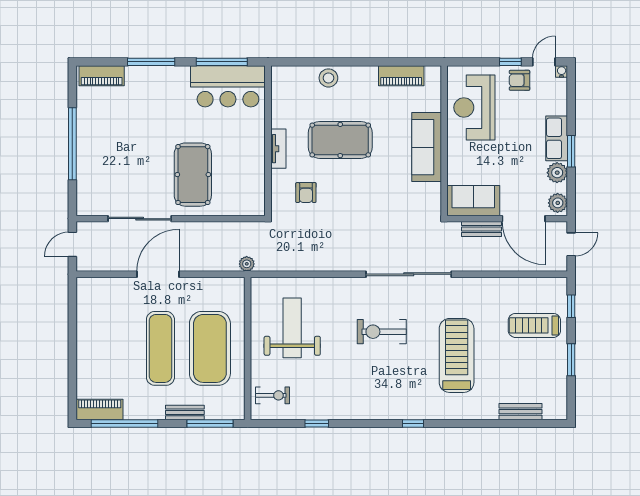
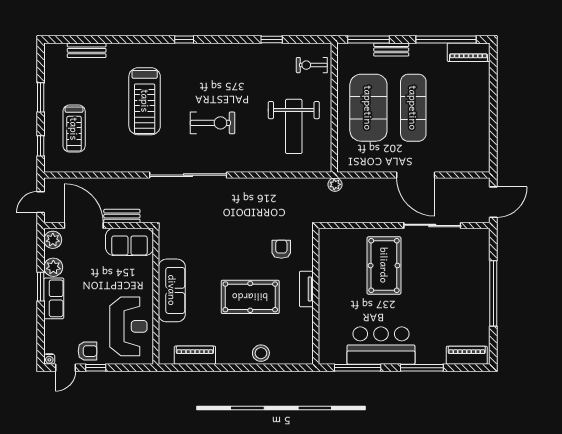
bar counter: (228, 86) -> (381, 346), moved
door: (72, 244) -> (493, 202), width x1.38
door: (158, 274) -> (416, 175), hinge flipped
treadmill: (534, 325) -> (74, 129), turned 90

